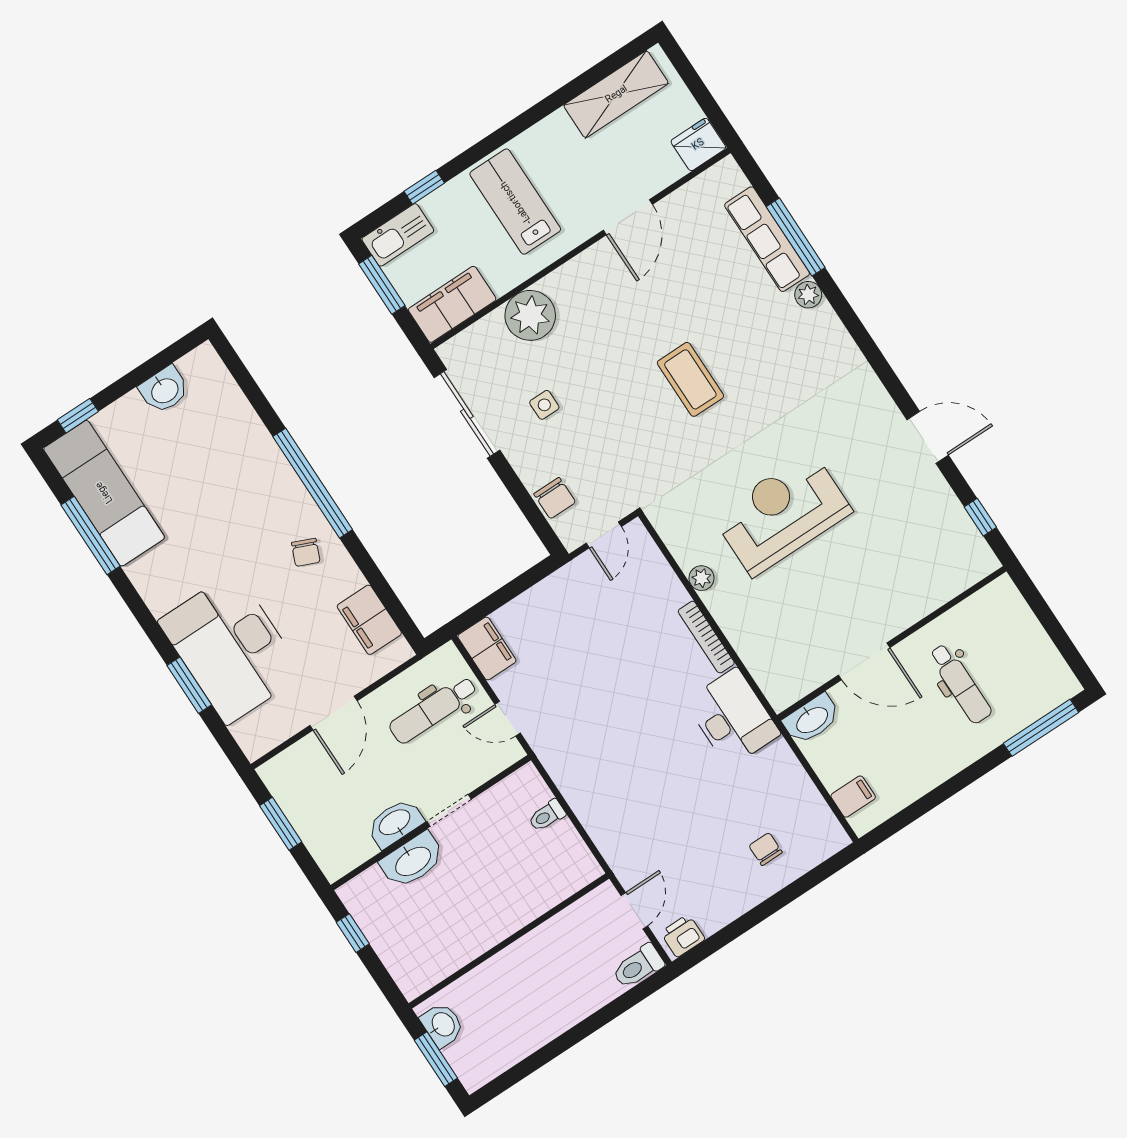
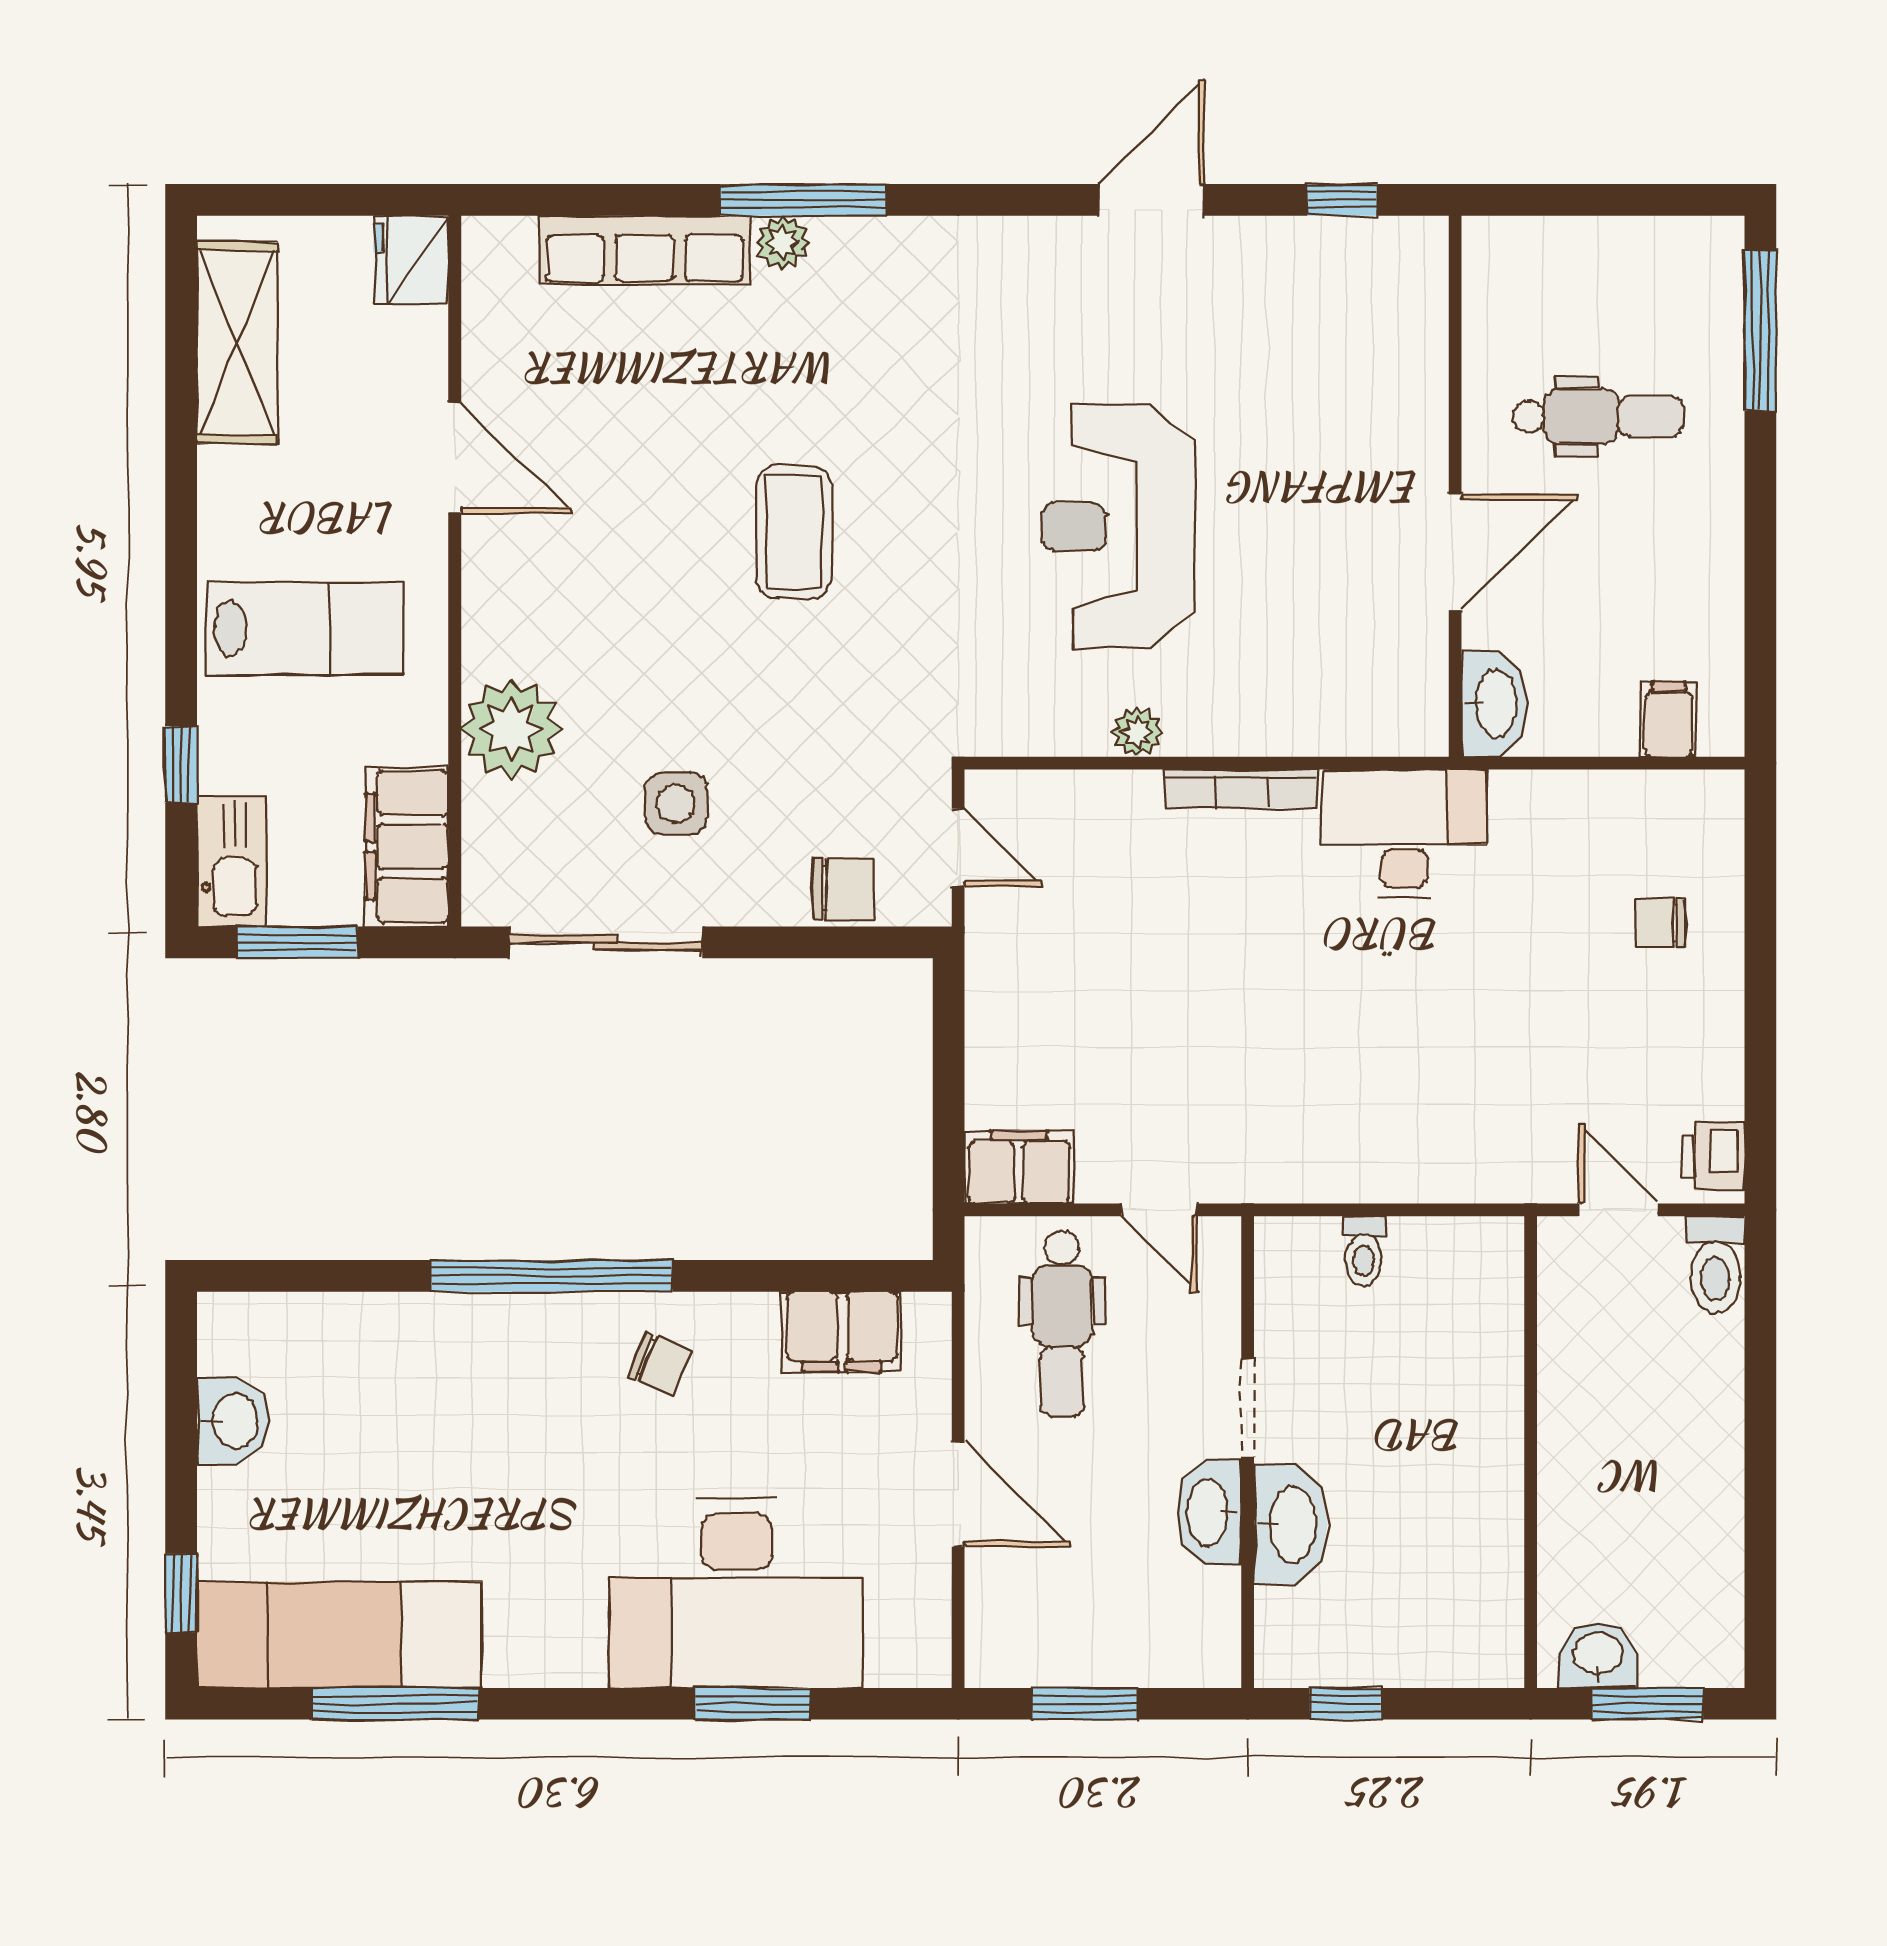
lab bench: (515, 202) -> (305, 628), turned 180
window: (796, 237) -> (803, 200), moved
coffee table: (690, 379) -> (794, 532), turned 90
side table: (544, 405) -> (676, 804), width x1.37, depth x1.37
door: (508, 719) -> (1159, 1210), hinge flipped

